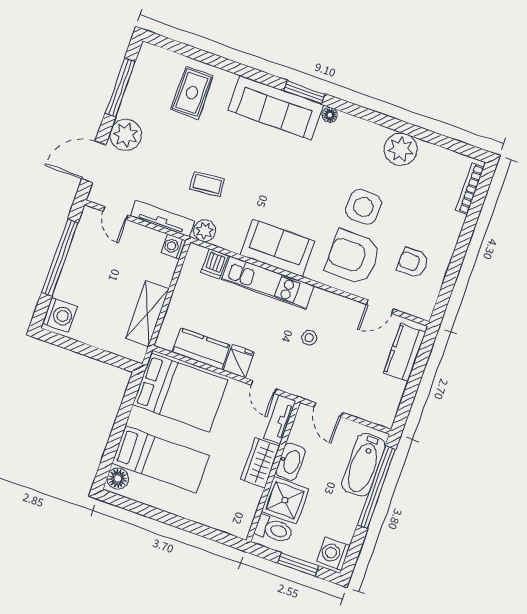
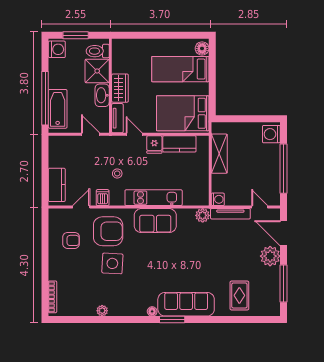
plant: (401, 149) -> (102, 311), width x0.53, depth x0.53
door: (94, 162) -> (284, 233), swing flipped
coffee table: (207, 184) -> (211, 244), removed
dishwasher: (215, 264) -> (103, 198), moved

